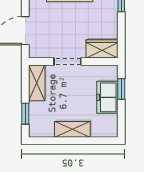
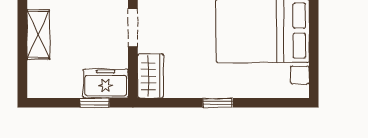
freezer: (107, 97) -> (106, 84), moved

